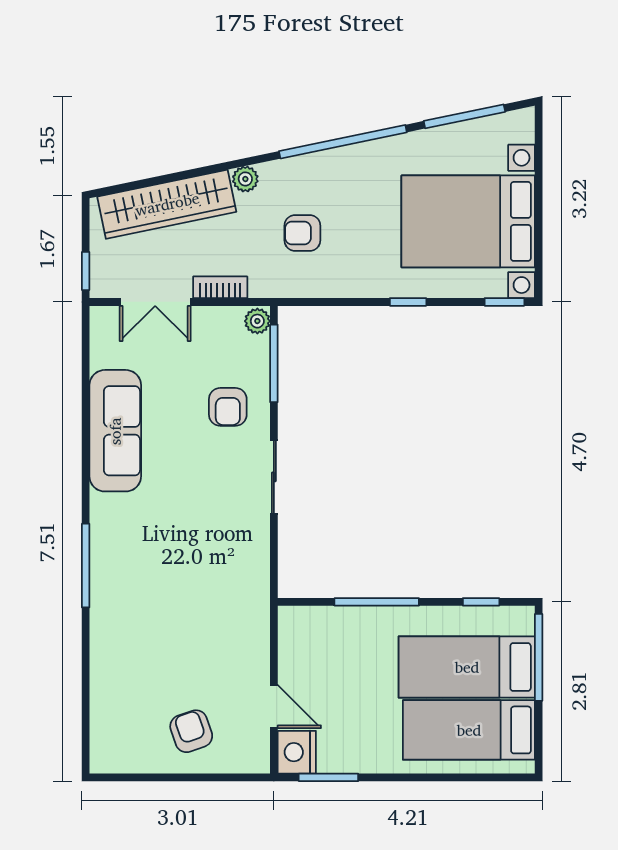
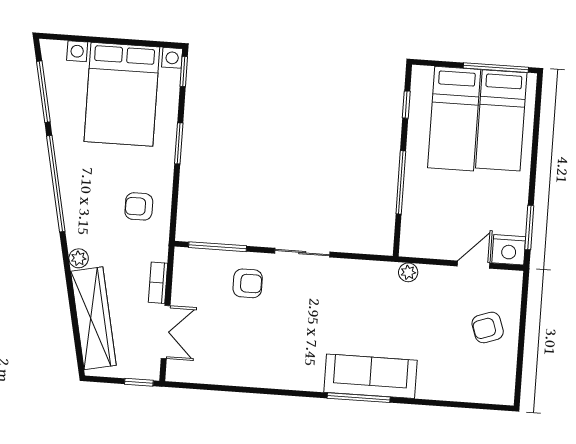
armchair: (302, 233) -> (139, 206), moved, turned 90
window: (408, 302) -> (179, 143), width x1.50
plant: (257, 321) -> (408, 272), moved
sofa: (115, 431) -> (371, 376), moved
window: (539, 657) -> (496, 68), moved

